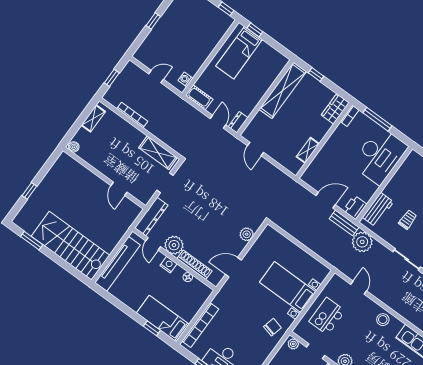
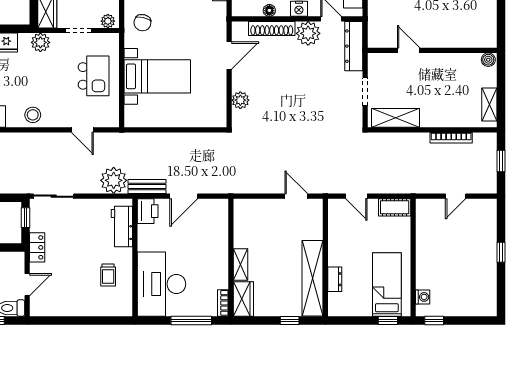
washing machine: (185, 79) -> (423, 297), moved
dresser: (238, 122) -> (335, 279), moved
shelving: (308, 150) -> (241, 265), moved
trolley: (408, 220) -> (108, 275), moved

